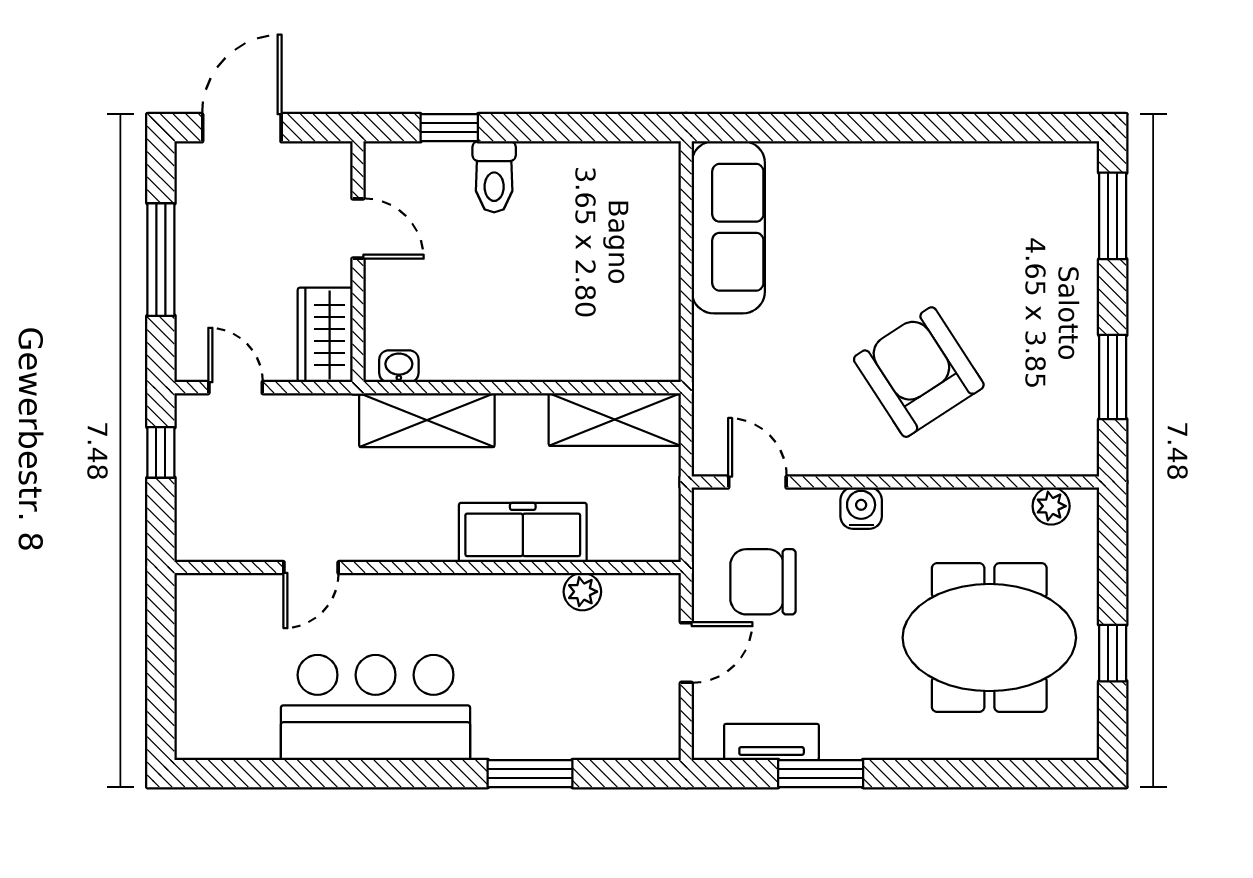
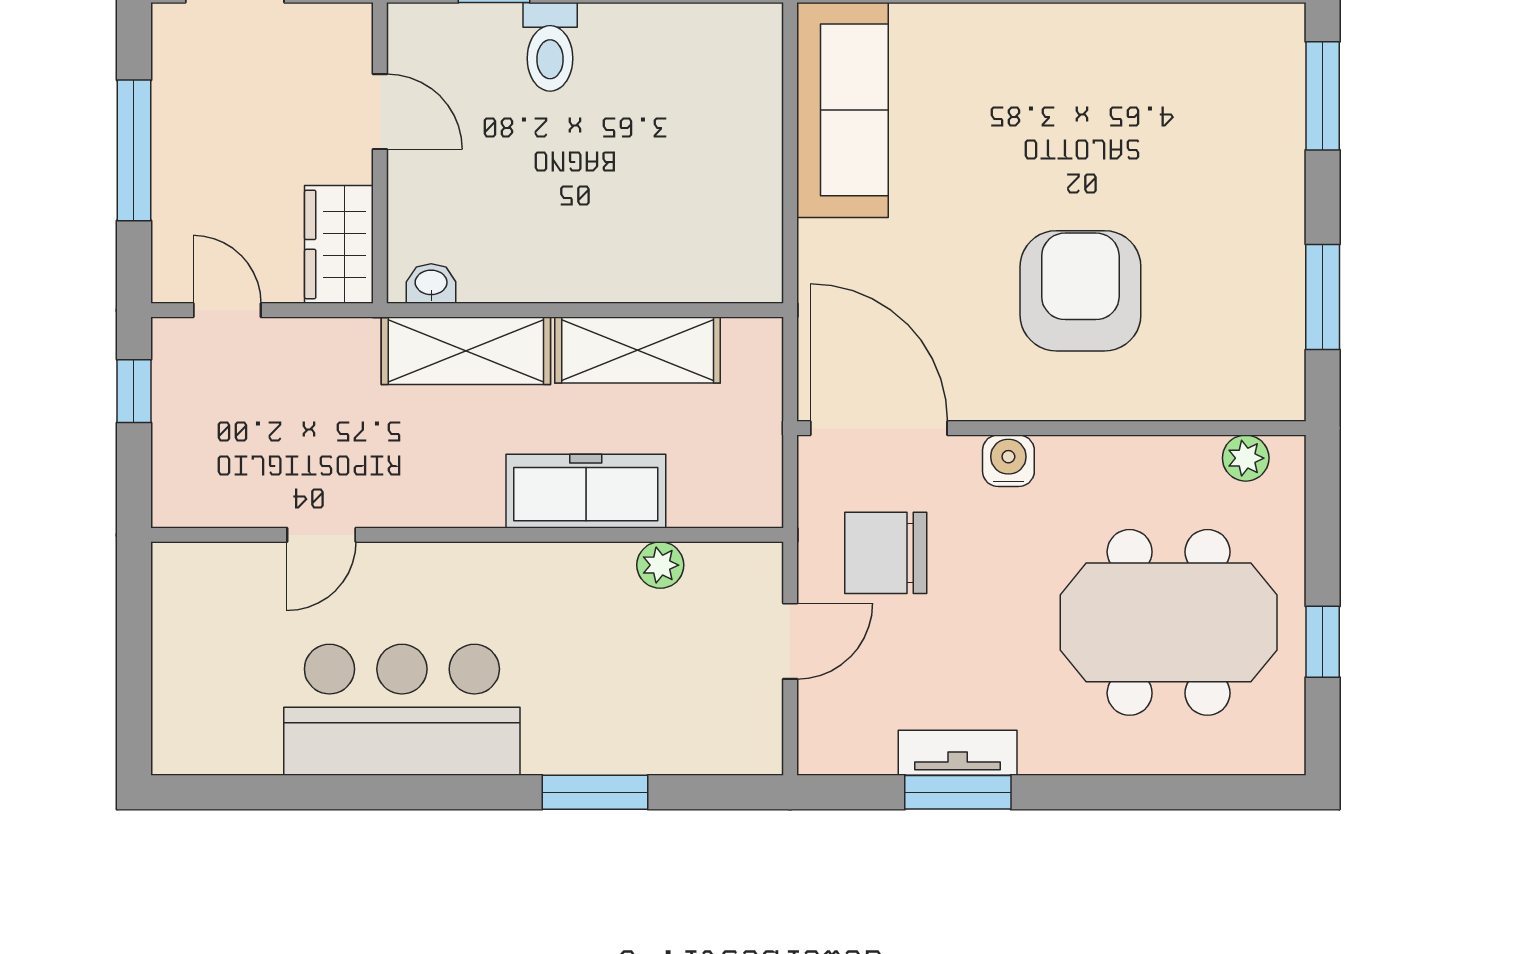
armchair: (919, 372) -> (1080, 291), turned 33
shelving: (615, 419) -> (638, 350), moved
door: (757, 482) -> (879, 428), width x1.88
tv unit: (772, 742) -> (958, 753), moved

